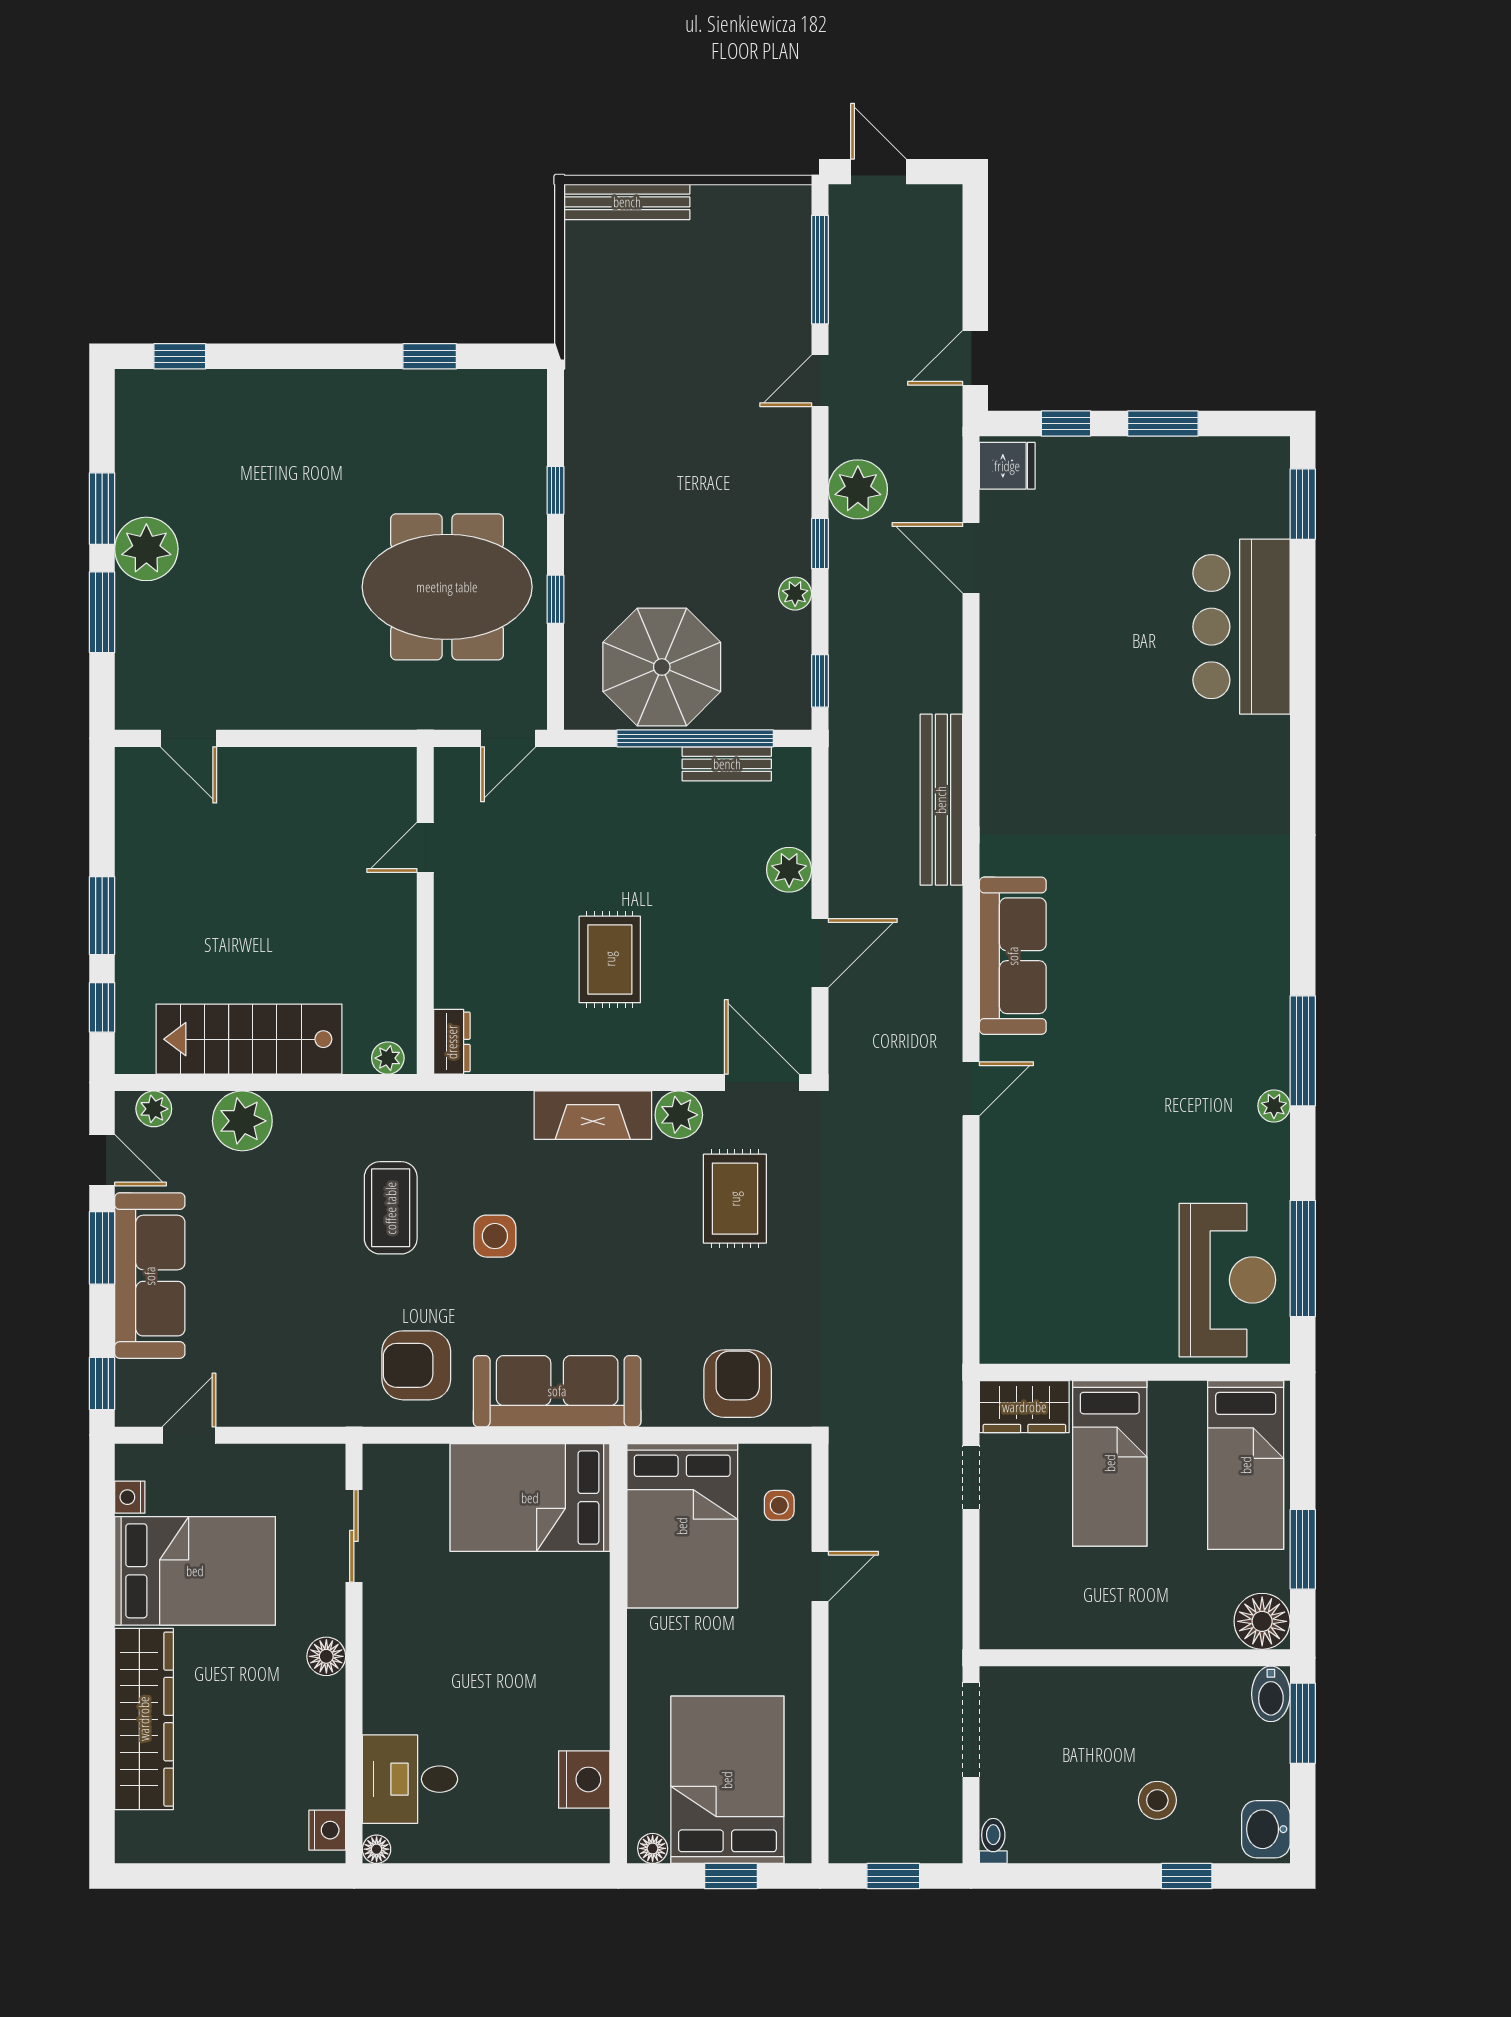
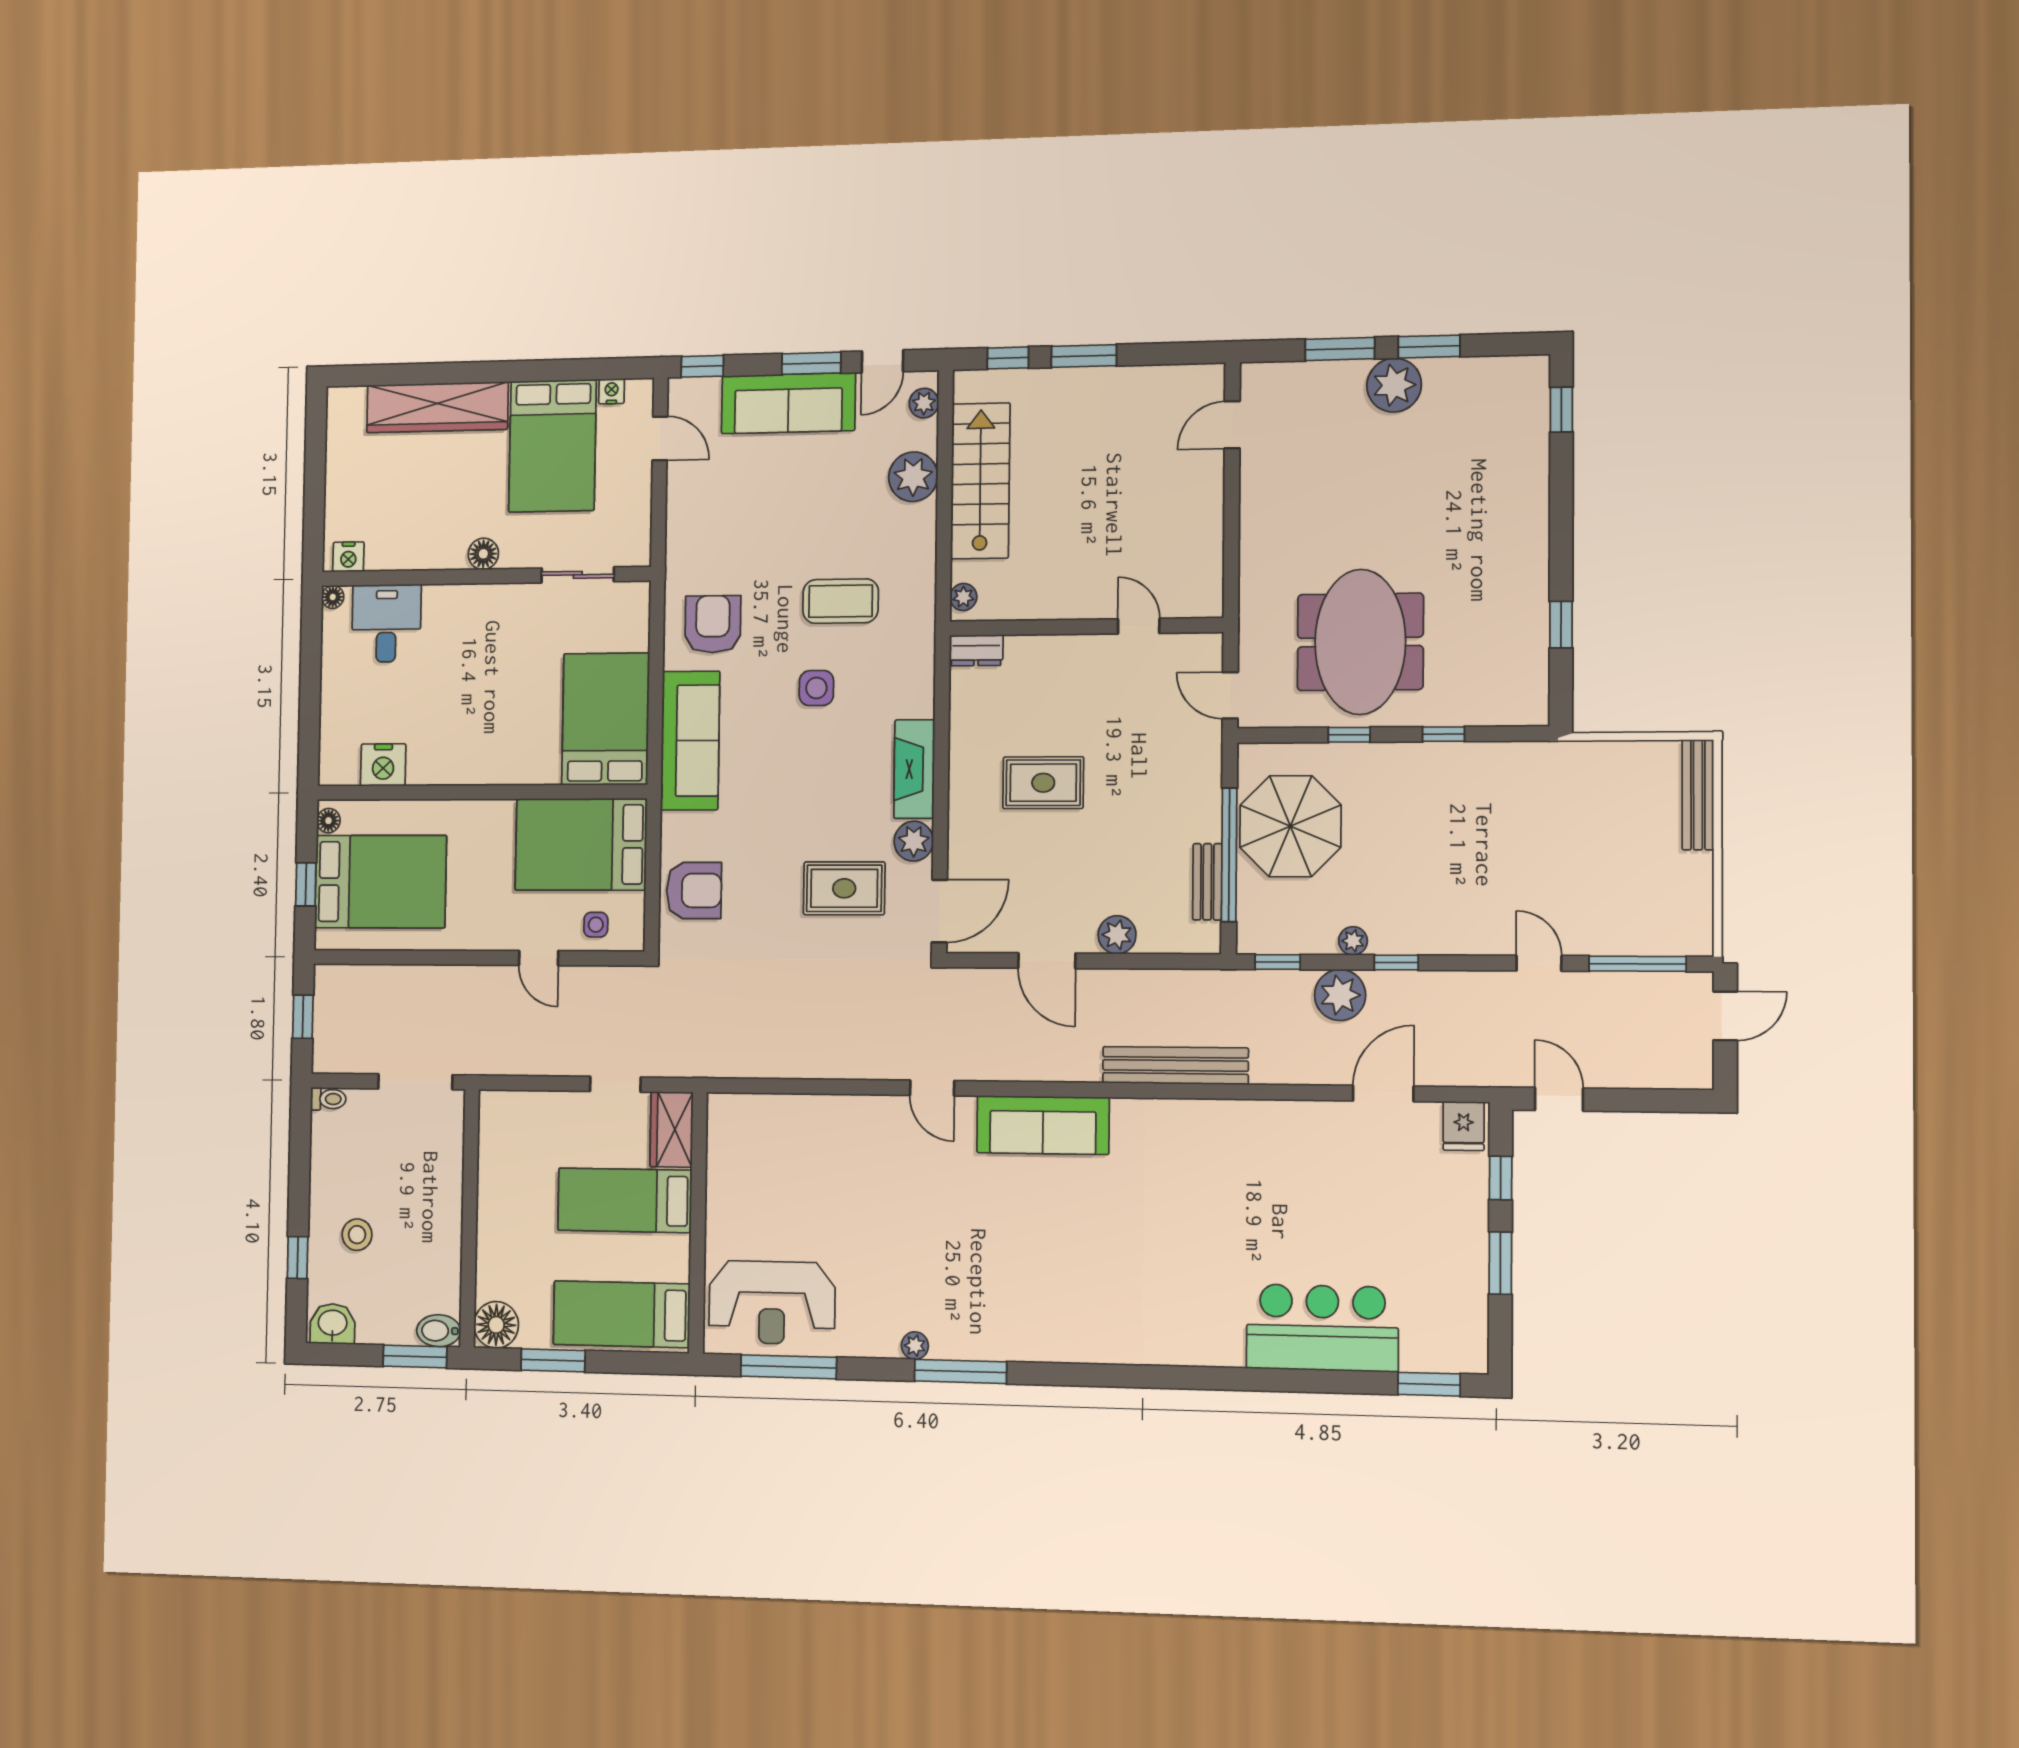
plant: (858, 489) -> (1340, 995), moved

